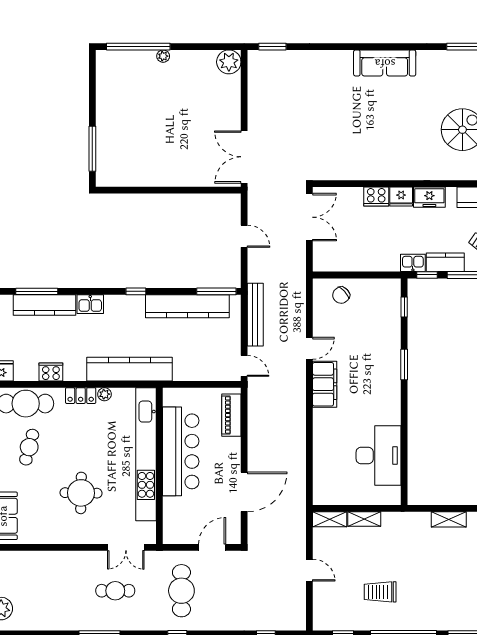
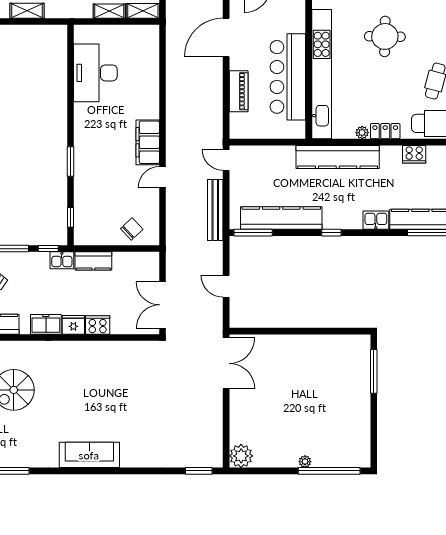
kitchen counter: (445, 262) -> (93, 261), moved
piano: (231, 415) -> (239, 91), moved

